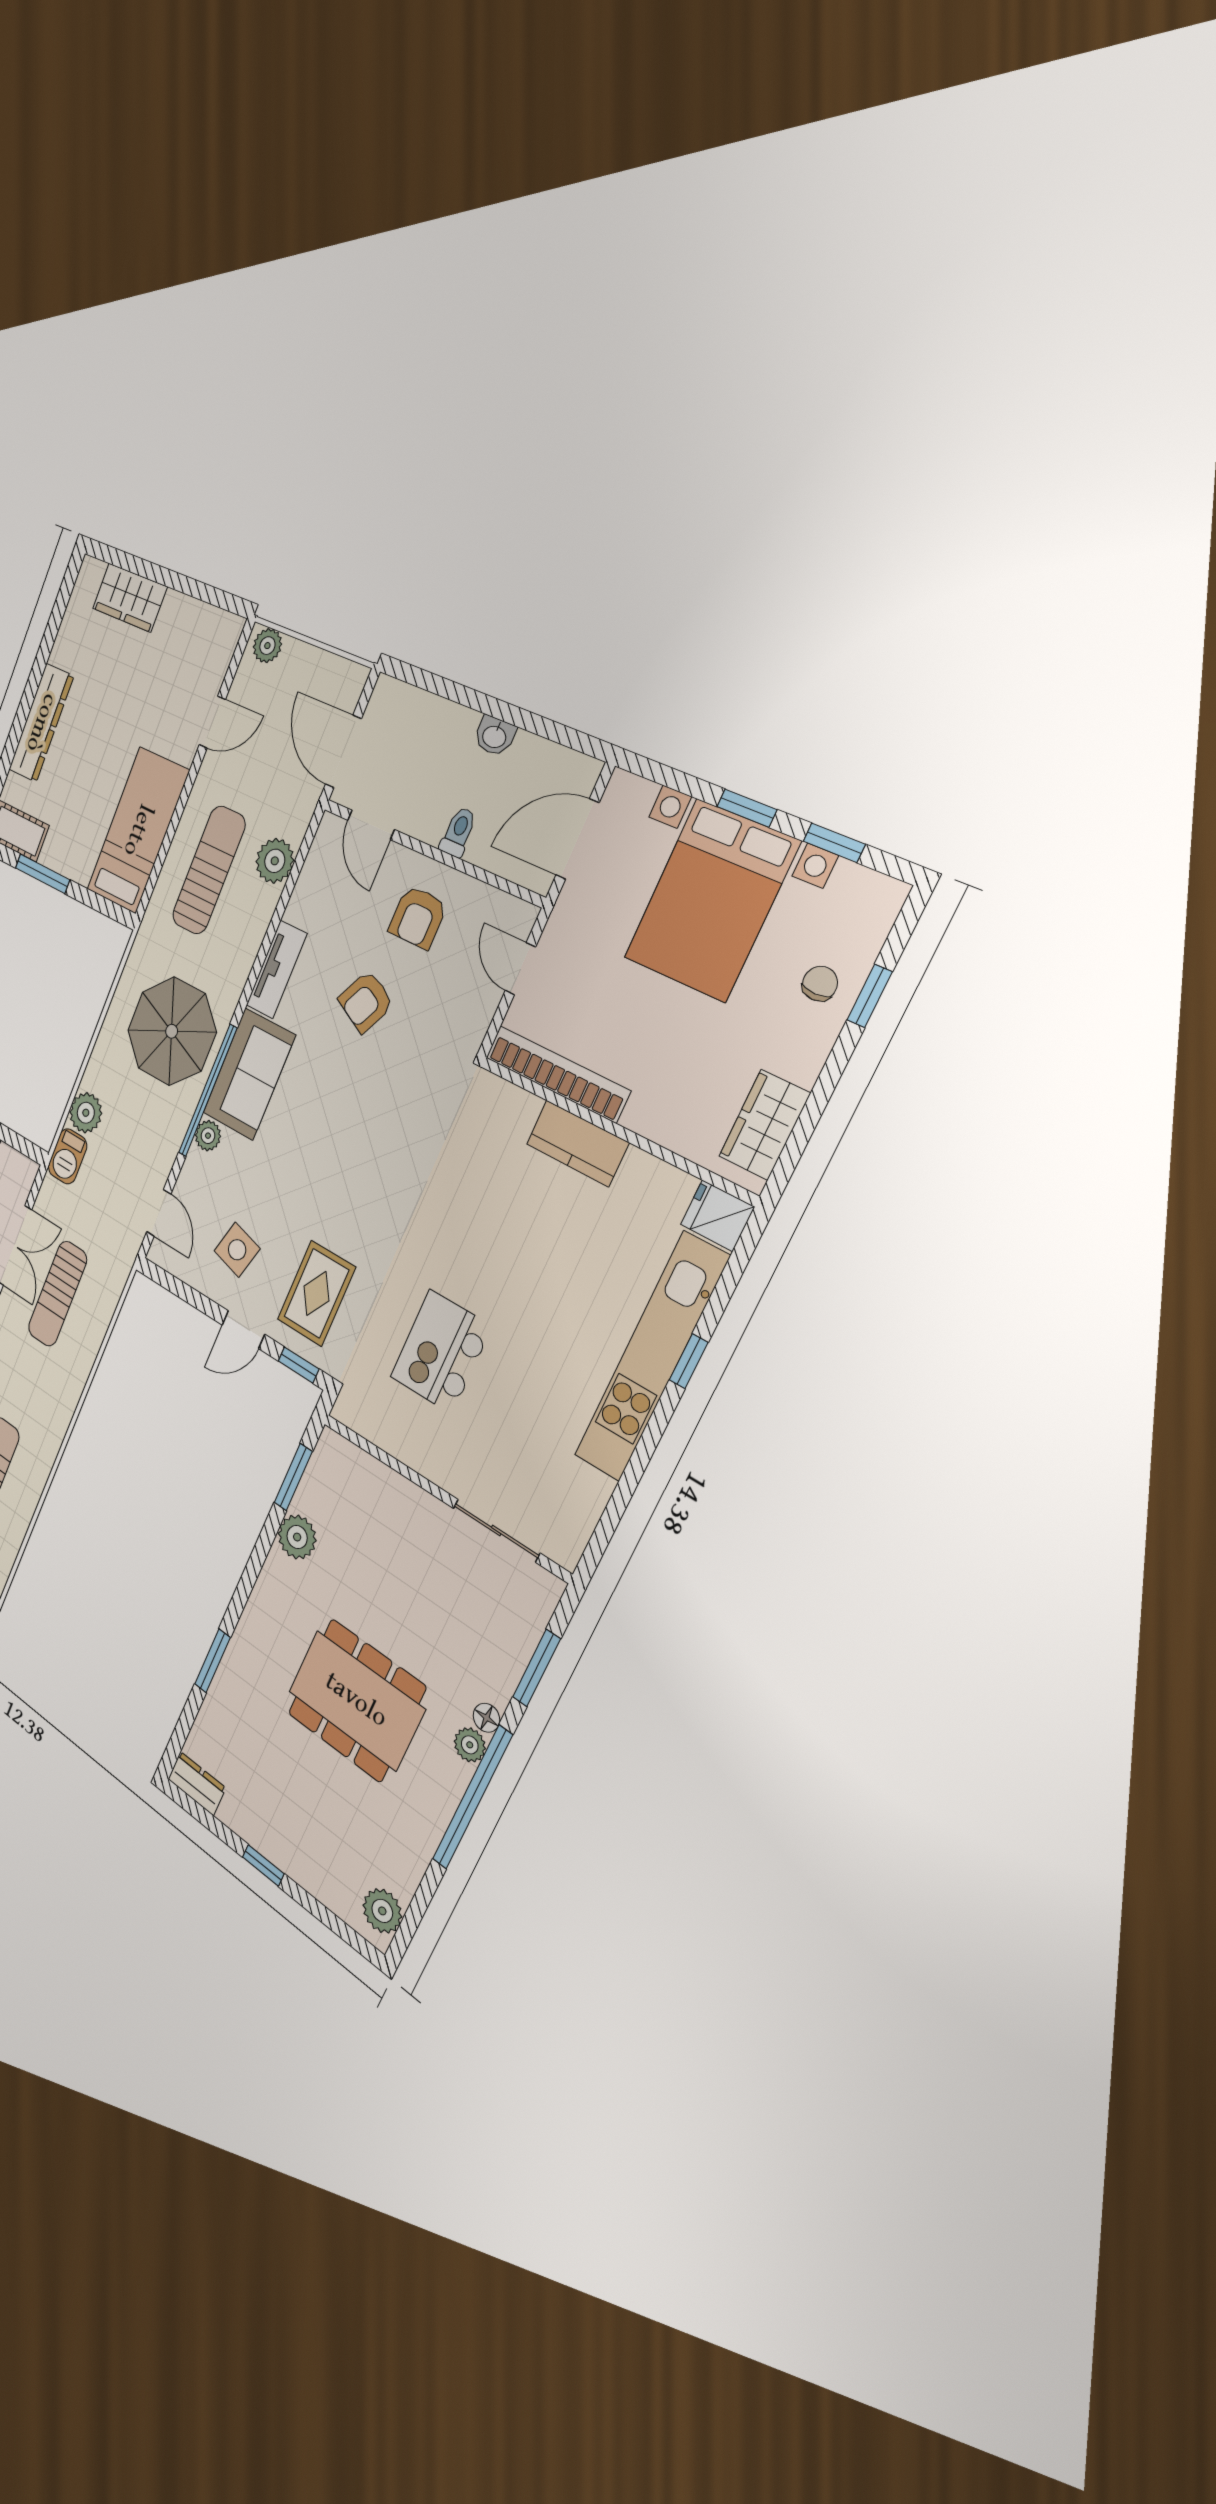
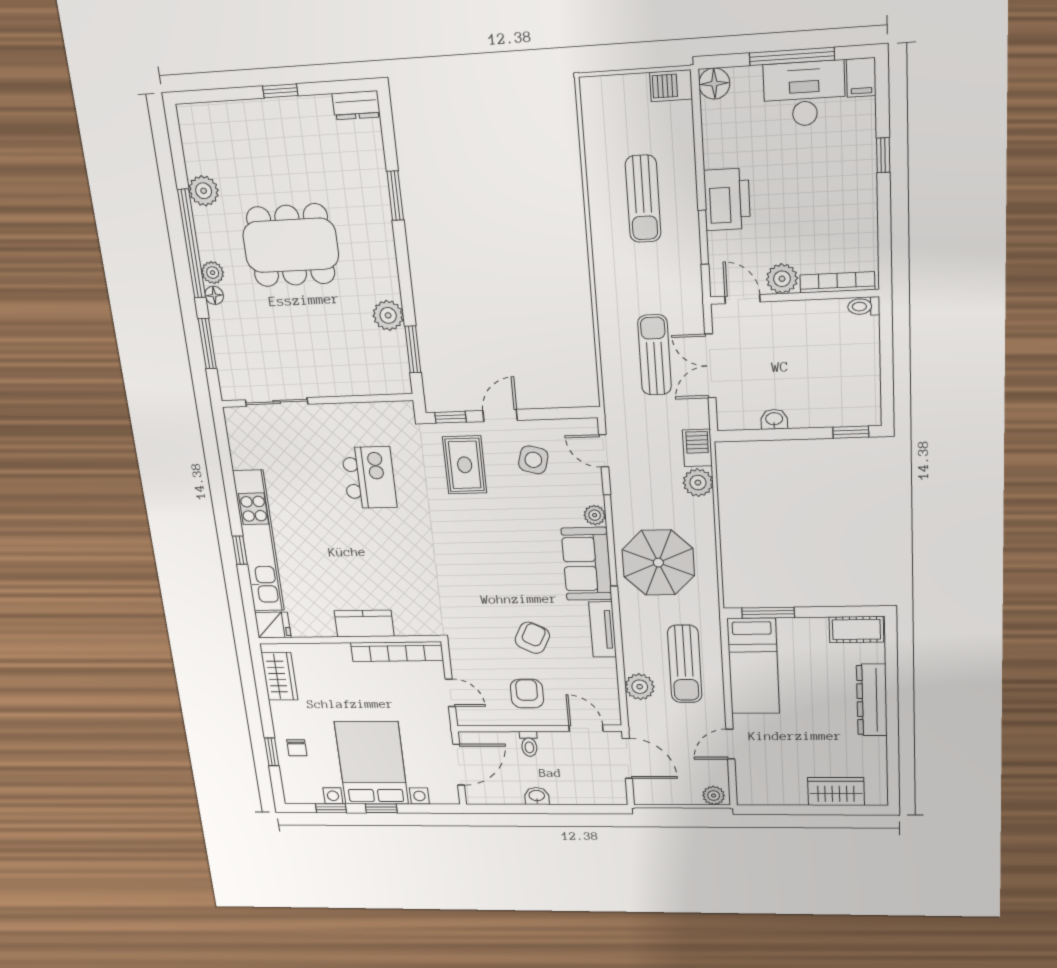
window: (42, 874) -> (768, 613), moved
plant: (382, 1911) -> (204, 191), moved

